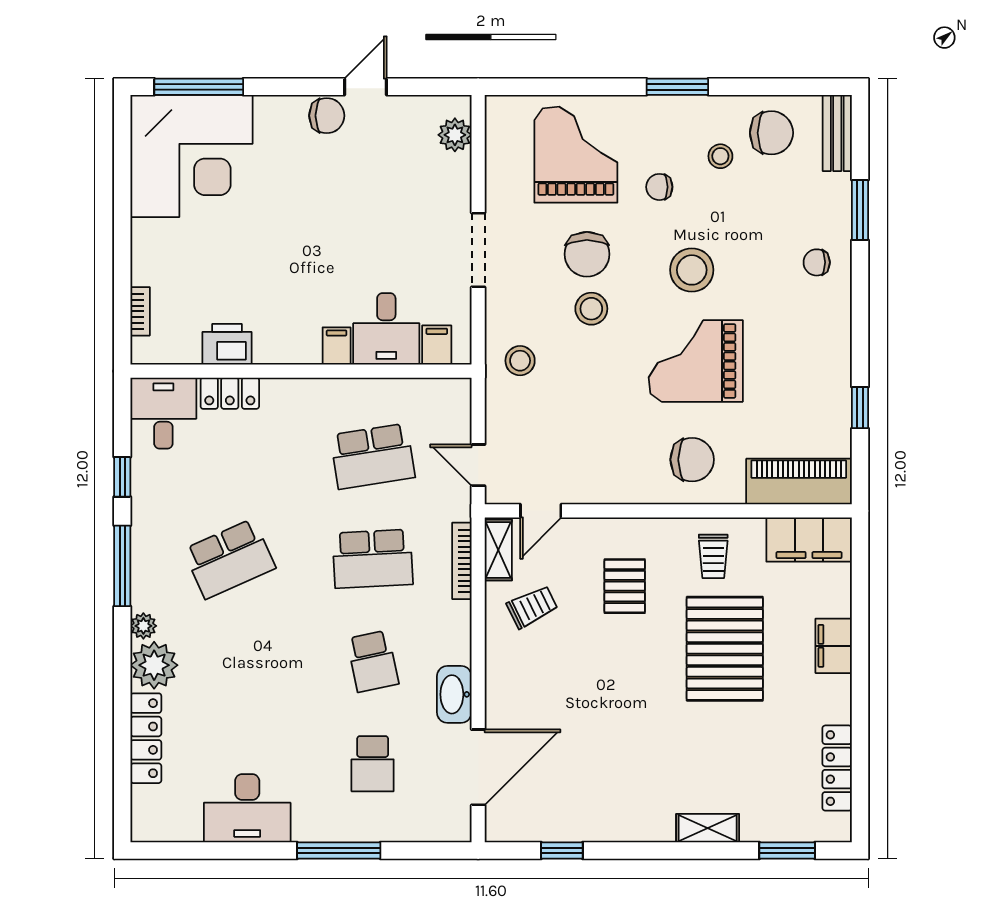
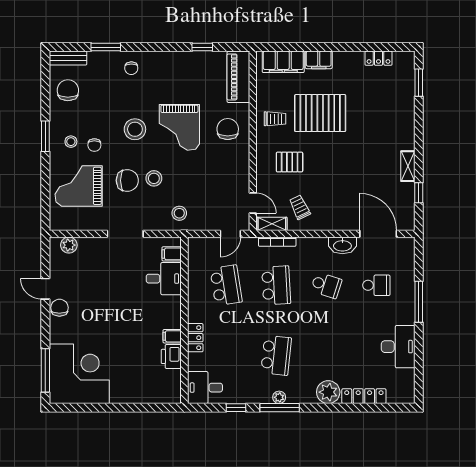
stool: (720, 156) -> (71, 142), moved
bookcase: (140, 311) -> (155, 399), removed
filing cabinet: (337, 346) -> (172, 336), moved
locker: (230, 393) -> (195, 338), moved
filing cabinet: (809, 540) -> (283, 62), moved, turned 90
school desk: (229, 559) -> (276, 355), turned 30
plant: (143, 626) -> (279, 397), moved
school desk: (373, 661) -> (326, 285), turned 30
locker: (837, 768) -> (378, 58), width x0.66
shelving: (708, 828) -> (408, 166), moved

